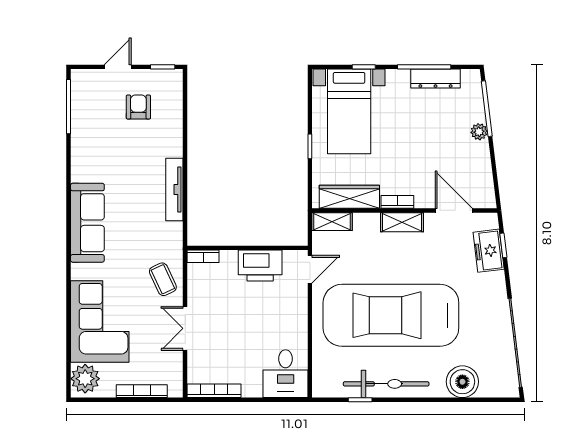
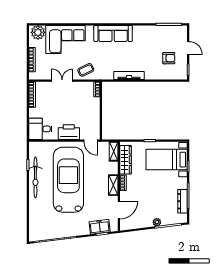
printer: (260, 266) -> (69, 132), moved, turned 90
boiler: (462, 382) -> (36, 214), removed

